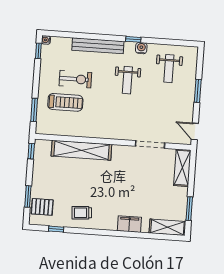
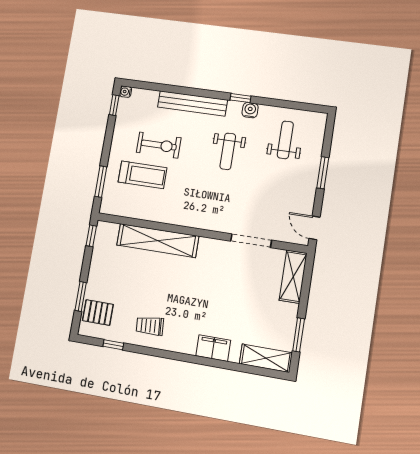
weight bench: (169, 69) -> (285, 140), turned 180

